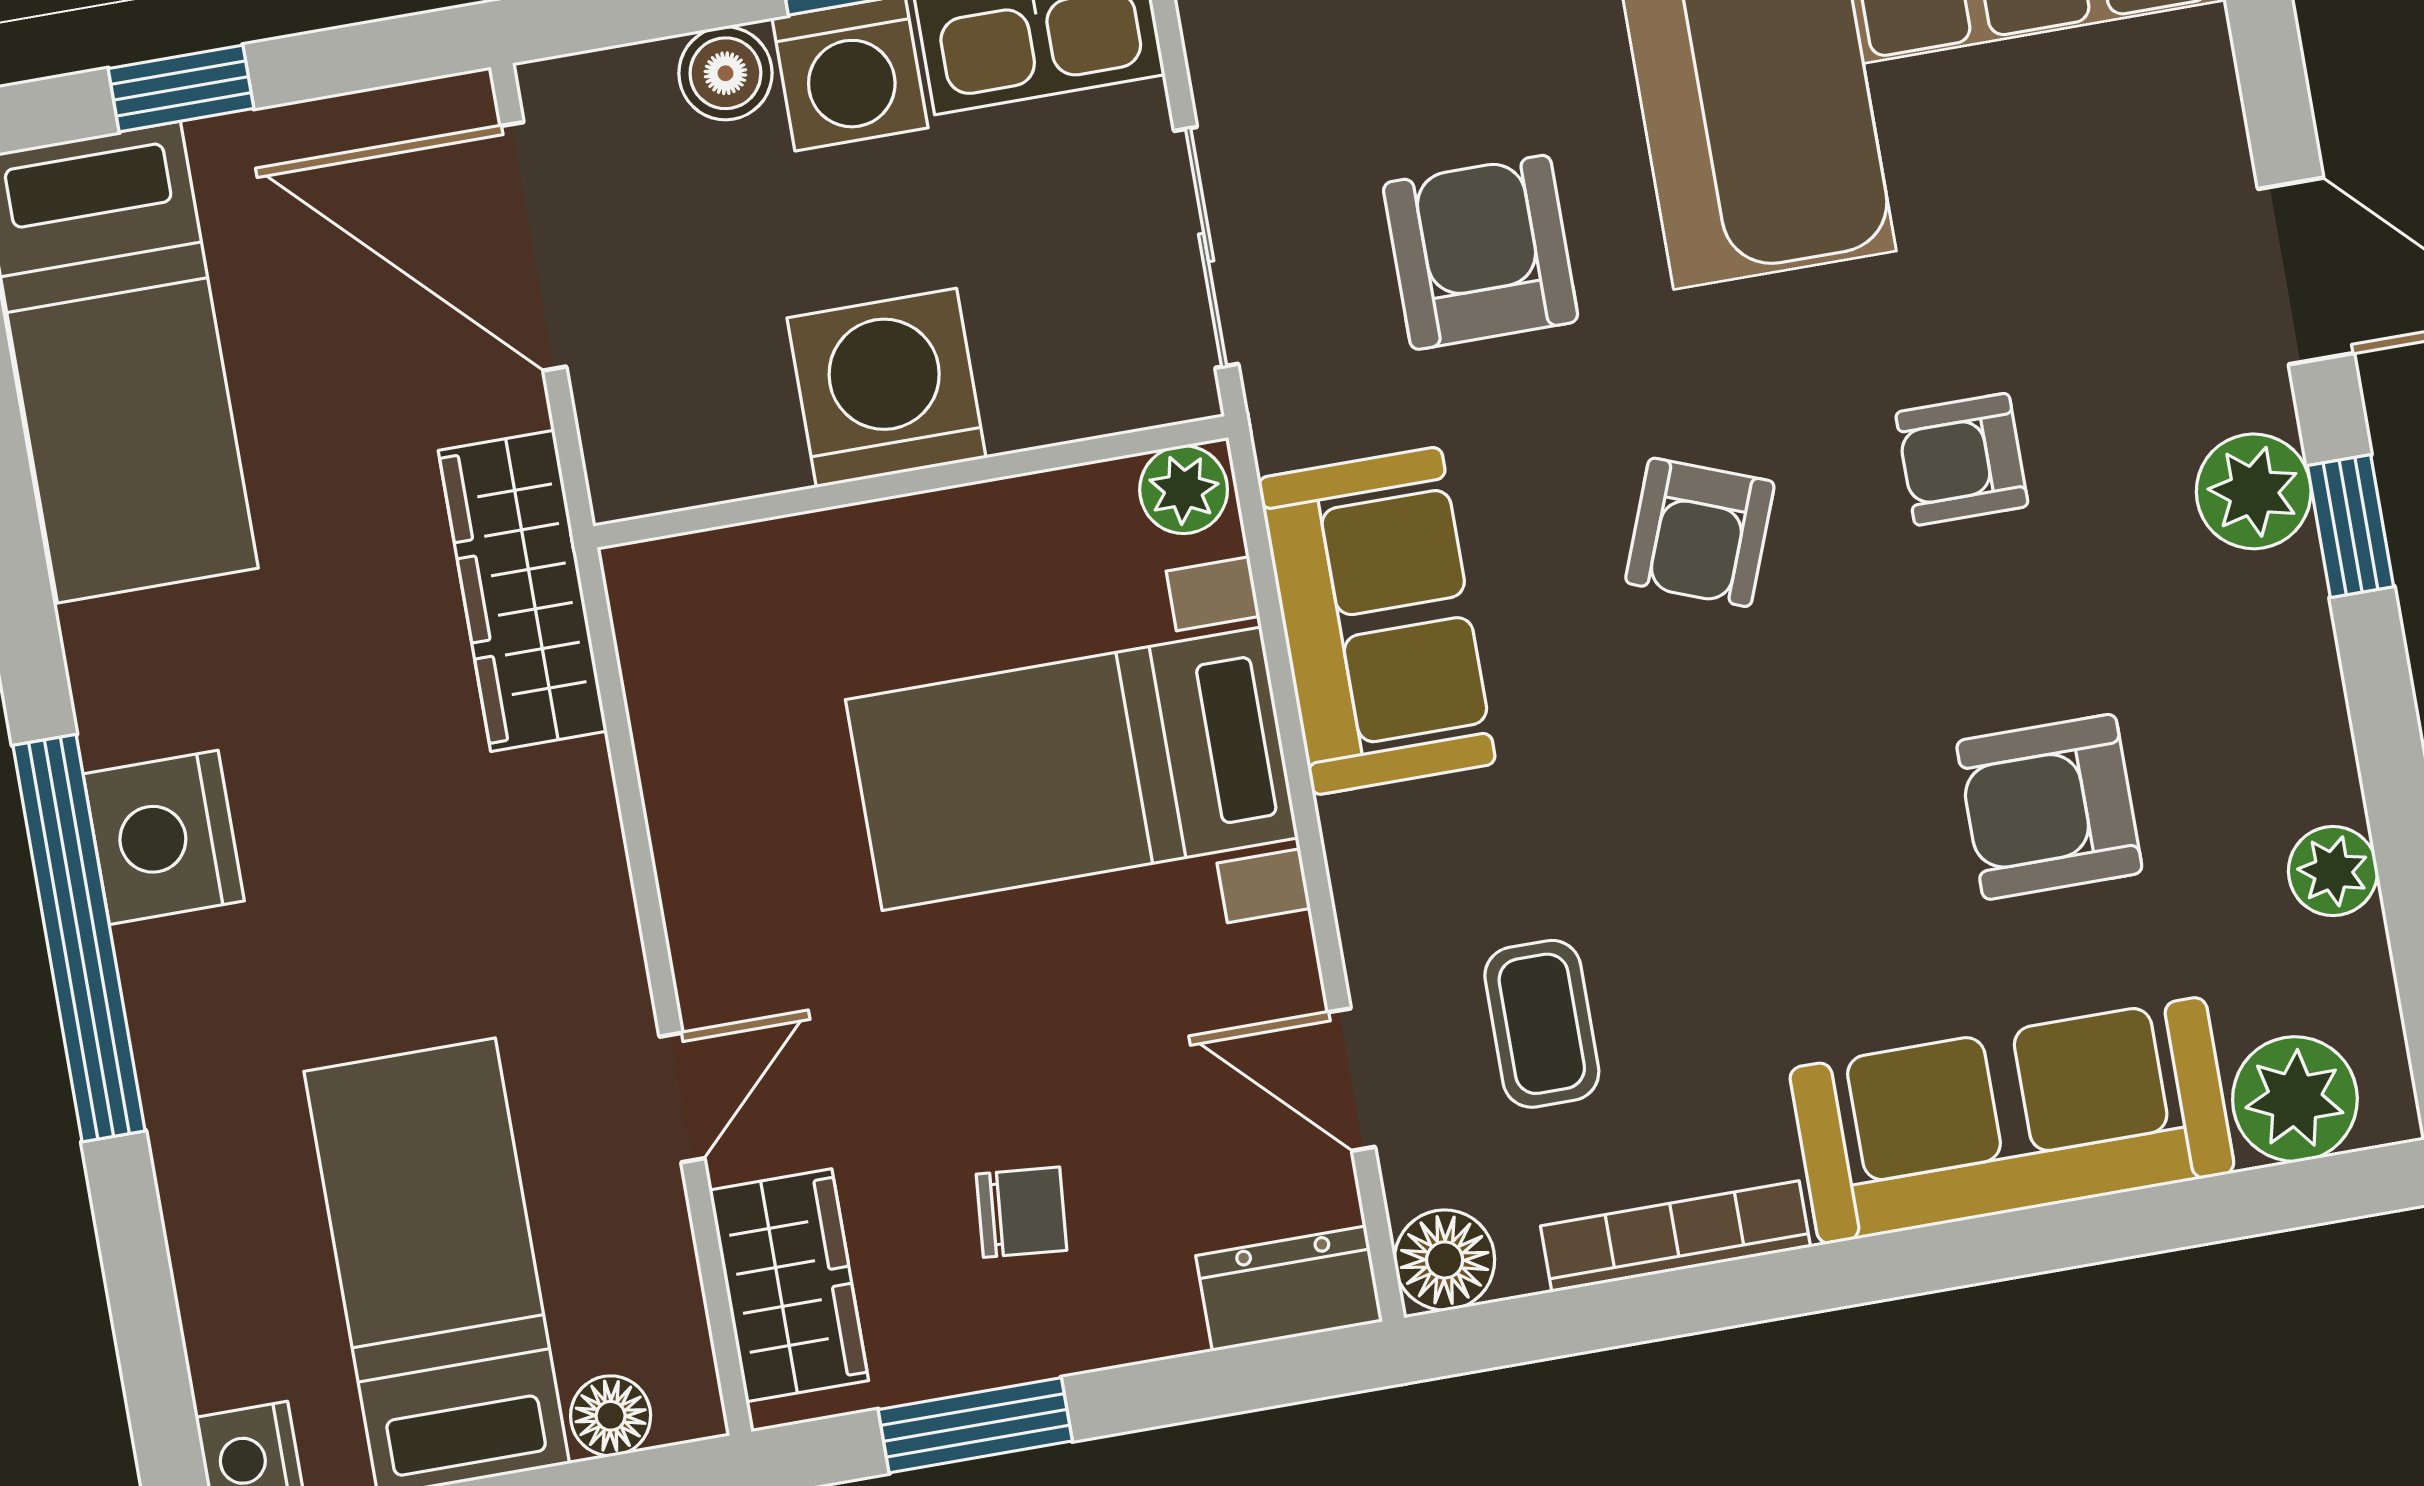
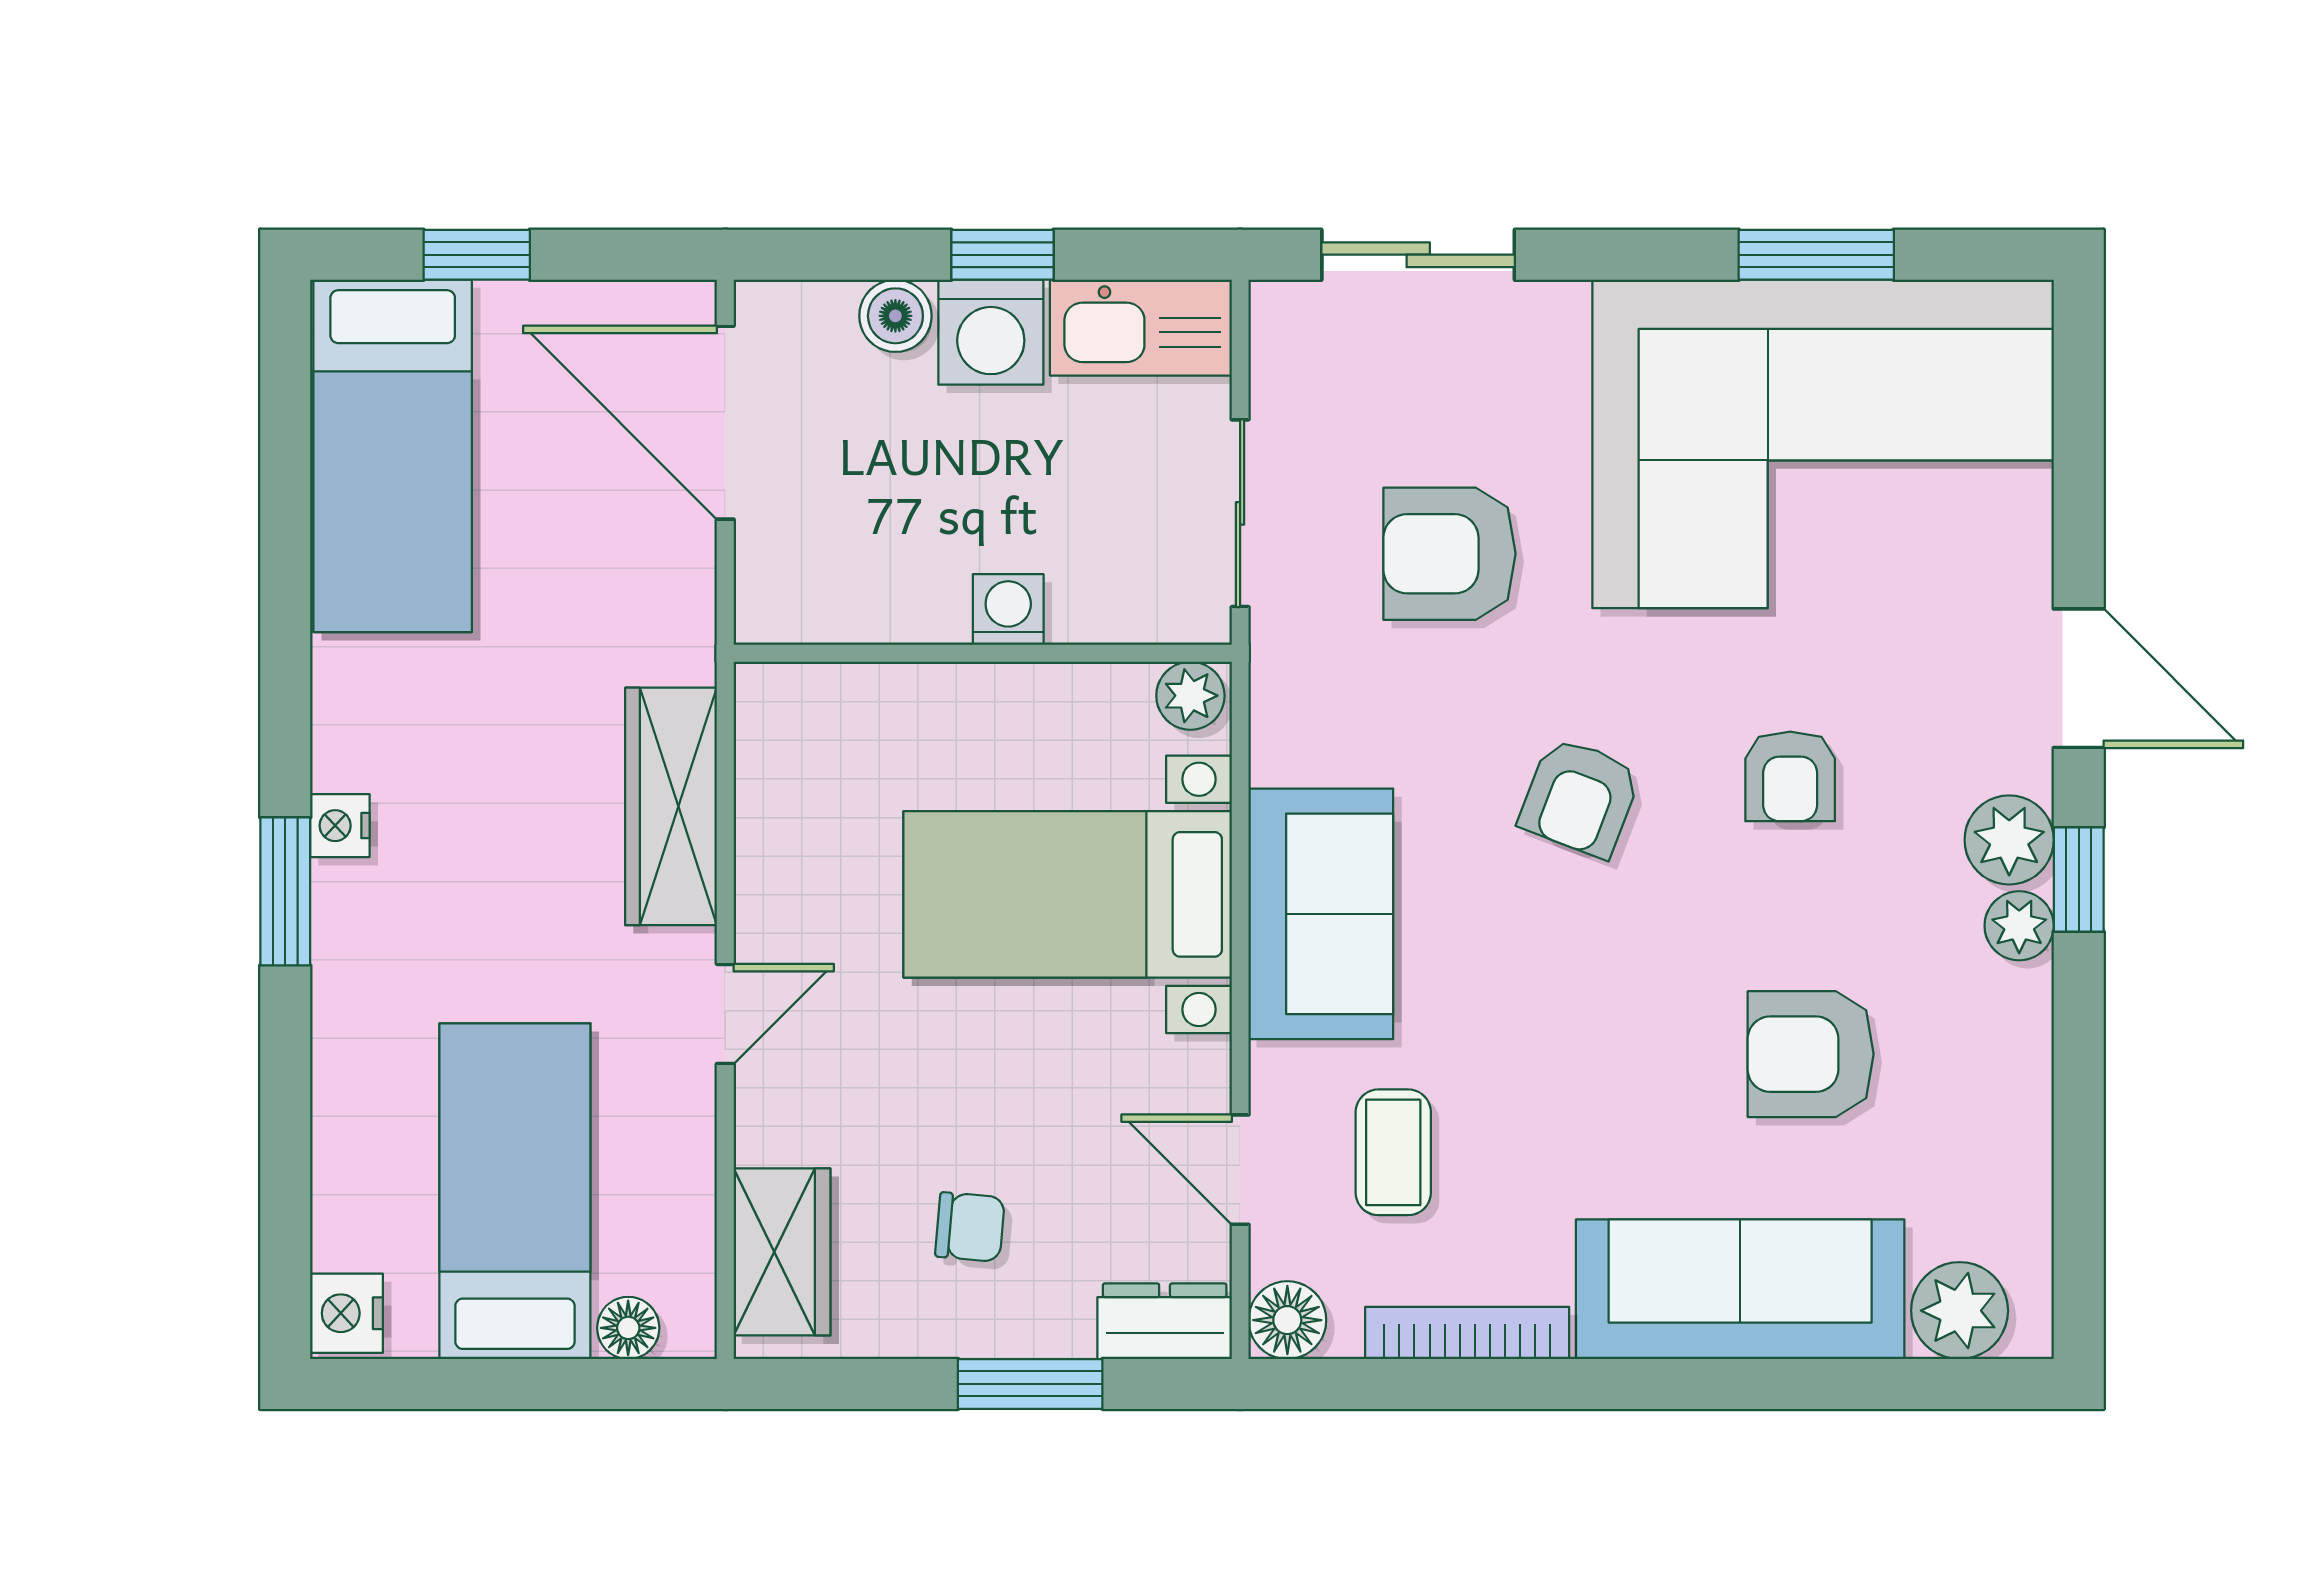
armchair: (1481, 252) -> (1449, 554), turned -90
washing machine: (887, 388) -> (1008, 610), width x0.53, depth x0.53
armchair: (1962, 459) -> (1790, 776), turned -90
wardrobe: (523, 591) -> (671, 806), moved
sofa: (1377, 621) -> (1321, 914), moved
nightstand: (164, 837) -> (340, 826), width x0.53, depth x0.56
plant: (2333, 871) -> (2019, 926), moved
window: (79, 938) -> (285, 891), width x0.47
door: (682, 1098) -> (725, 1014), moved
window: (975, 1425) -> (1030, 1384), moved

